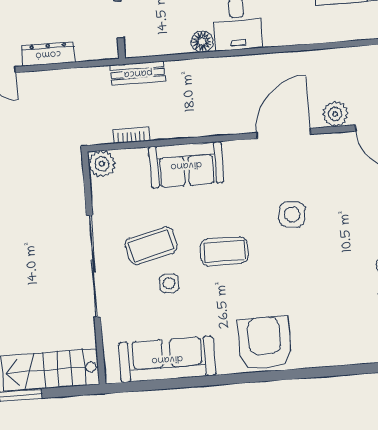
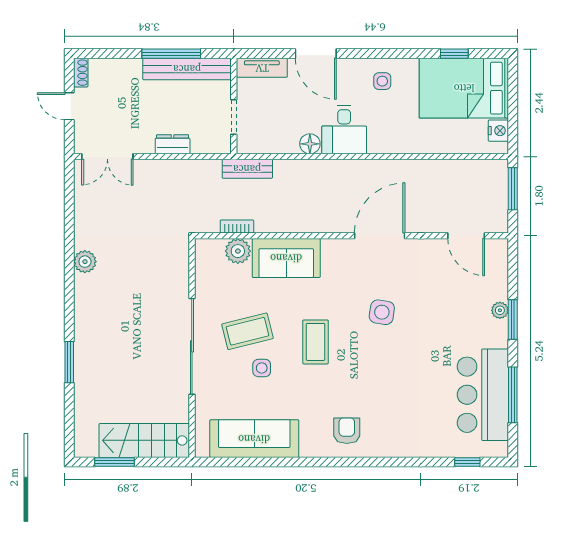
dresser: (48, 54) -> (173, 144), width x0.70
plant: (335, 114) -> (429, 221), removed
plant: (102, 164) -> (238, 251), moved
coffee table: (224, 251) -> (315, 342), turned 90
armchair: (265, 343) -> (347, 431), width x0.53, depth x0.53

